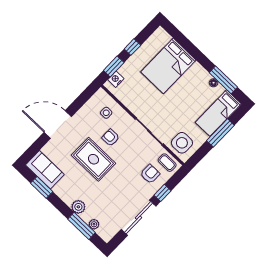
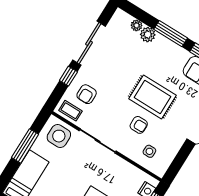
window: (220, 133) -> (25, 146), moved
plant: (78, 207) -> (148, 35), moved
window: (82, 226) -> (171, 34), moved

